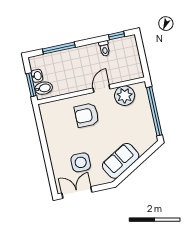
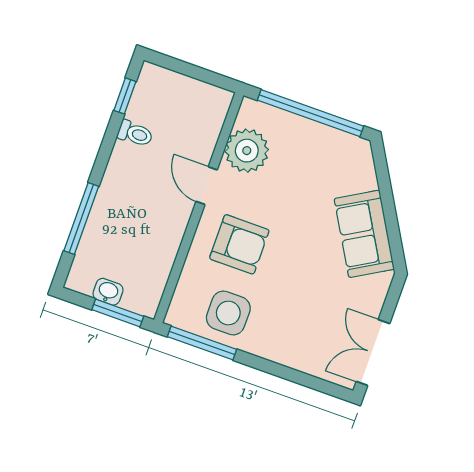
bidet: (44, 88) -> (139, 294), removed
armchair: (87, 115) -> (239, 244), turned -90
window: (40, 124) -> (202, 343), added
side table: (81, 162) -> (228, 313), moved

